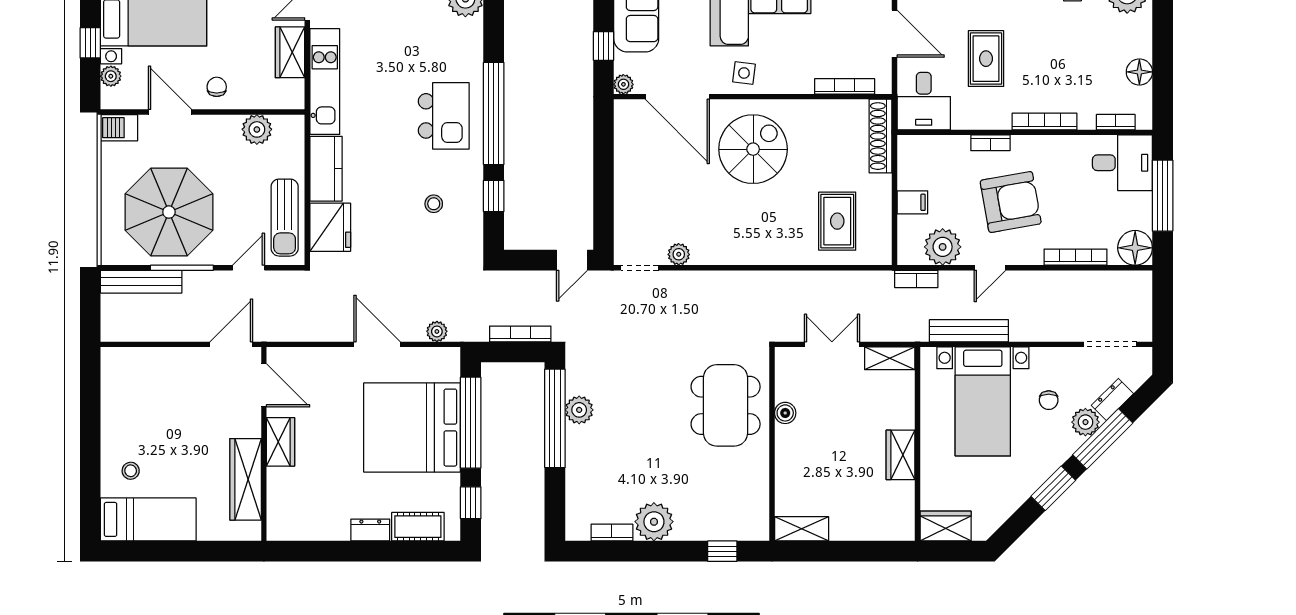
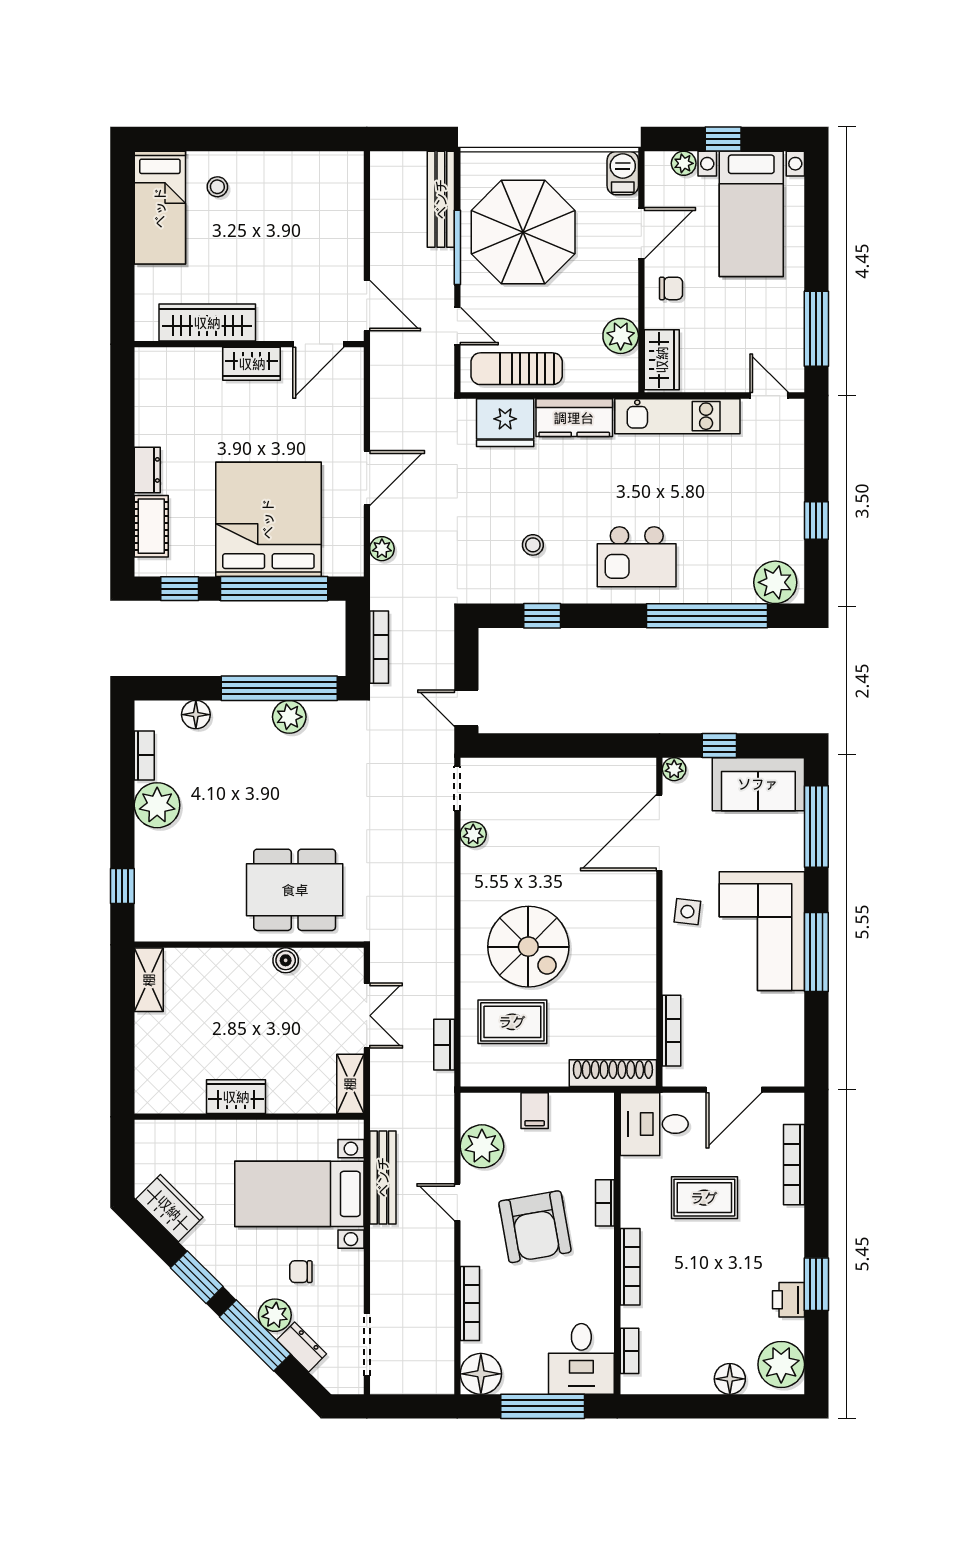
wardrobe: (290, 52) -> (662, 360), moved, turned 90
floor lamp: (1139, 72) -> (730, 1379), moved
window: (494, 114) -> (707, 616), moved
spiral stairs: (753, 149) -> (528, 947), moved
bookcase: (916, 279) -> (444, 1045), moved
floor lamp: (577, 489) -> (196, 715), added
wardrobe: (946, 526) -> (169, 1208), moved, turned -45

